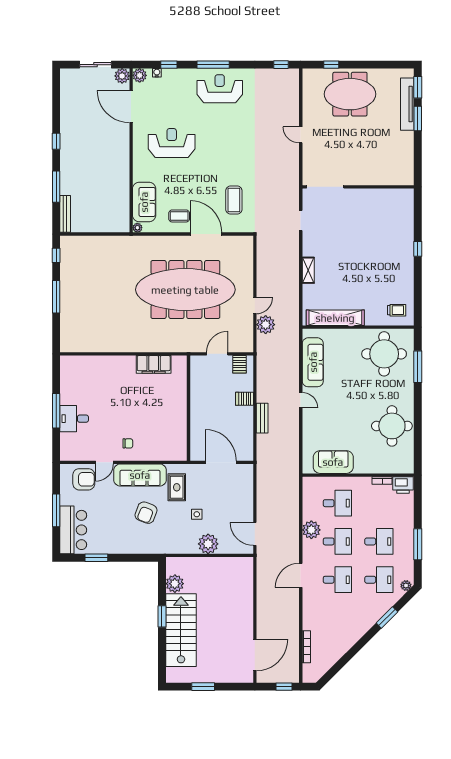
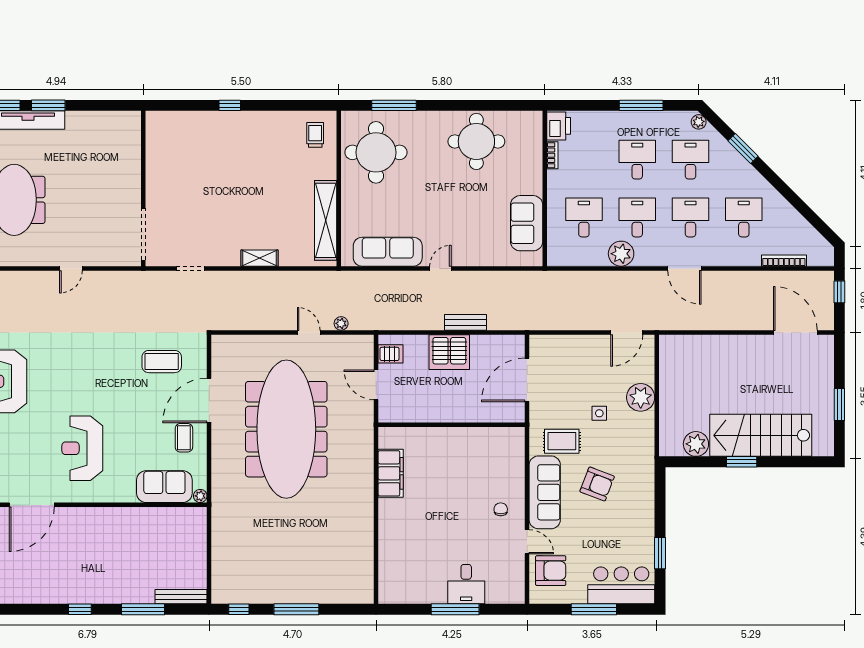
plant: (266, 325) -> (341, 323), width x0.53, depth x0.53
server rack: (245, 399) -> (449, 352), width x2.18, depth x1.44
armchair: (84, 479) -> (551, 571), turned 90
desk: (337, 618) -> (744, 217), added

